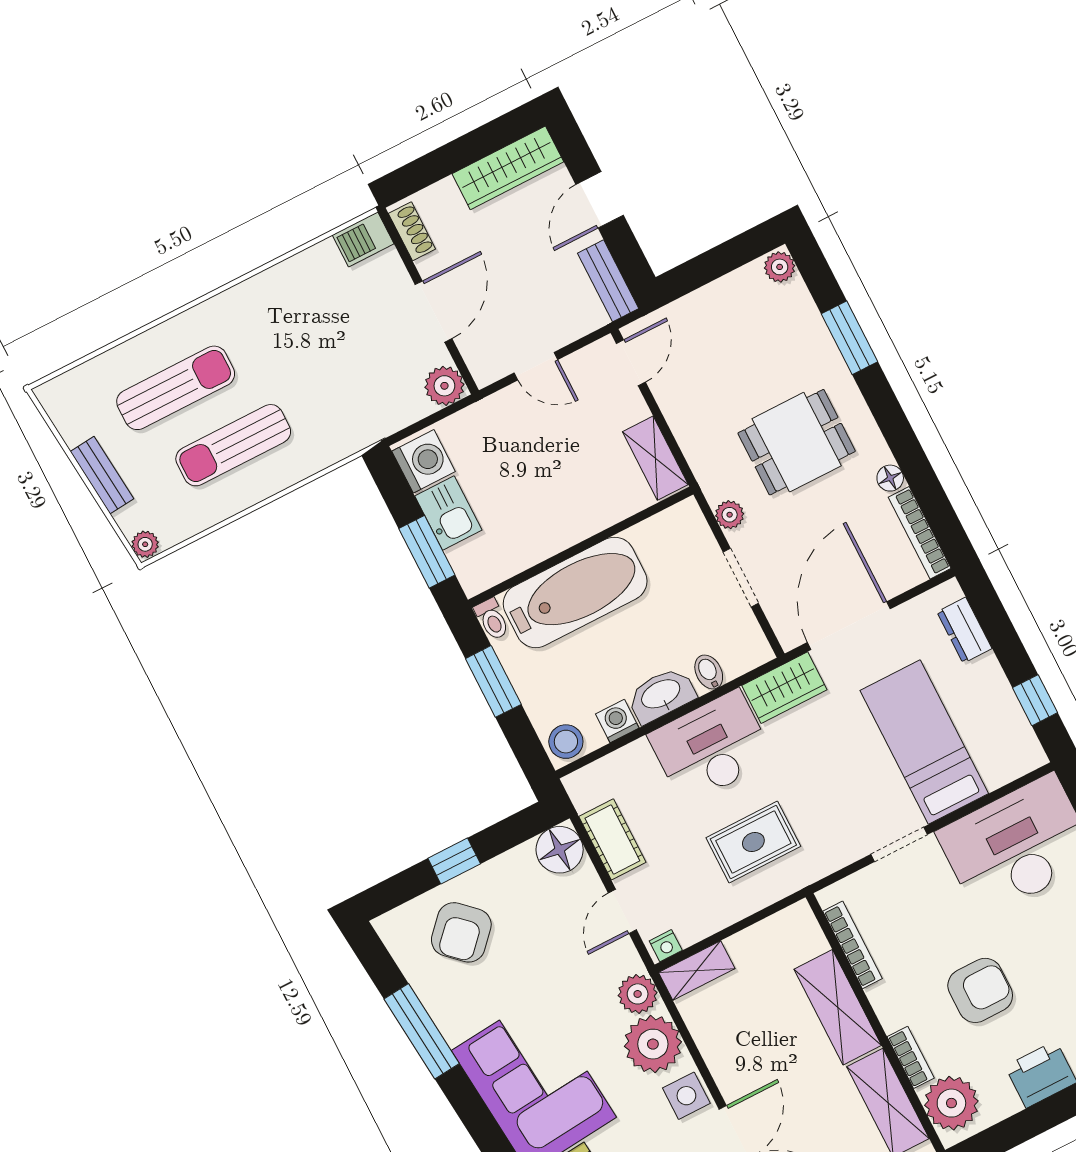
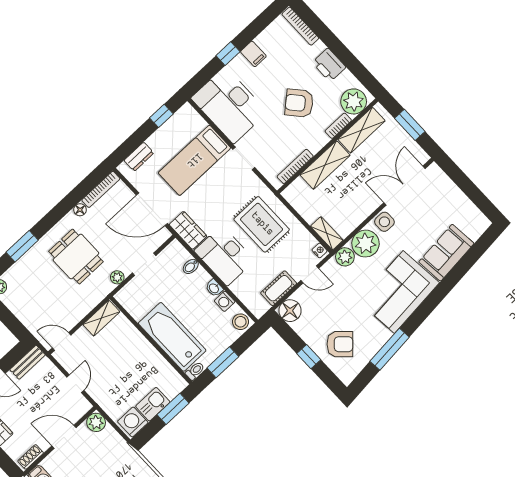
washbasin: (661, 695) -> (214, 288), width x0.52, depth x0.69
rug: (753, 842) -> (262, 224), width x1.36, depth x1.43
armchair: (980, 990) -> (299, 103), turned -41

